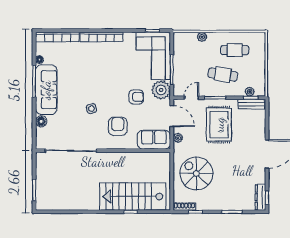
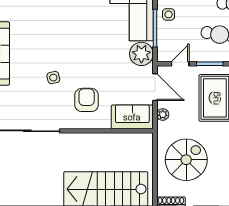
side table: (182, 59) -> (169, 14), added
armchair: (136, 97) -> (110, 63), removed
spiral stairs: (196, 173) -> (186, 160), turned 90

